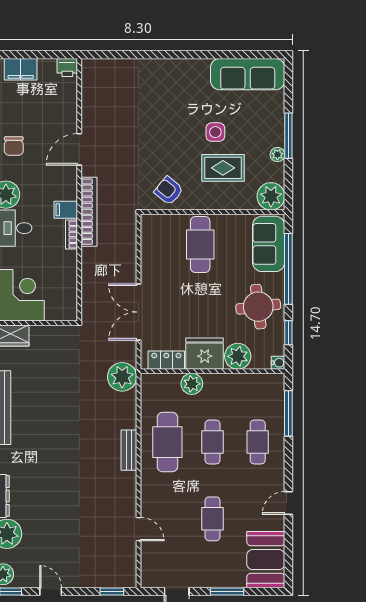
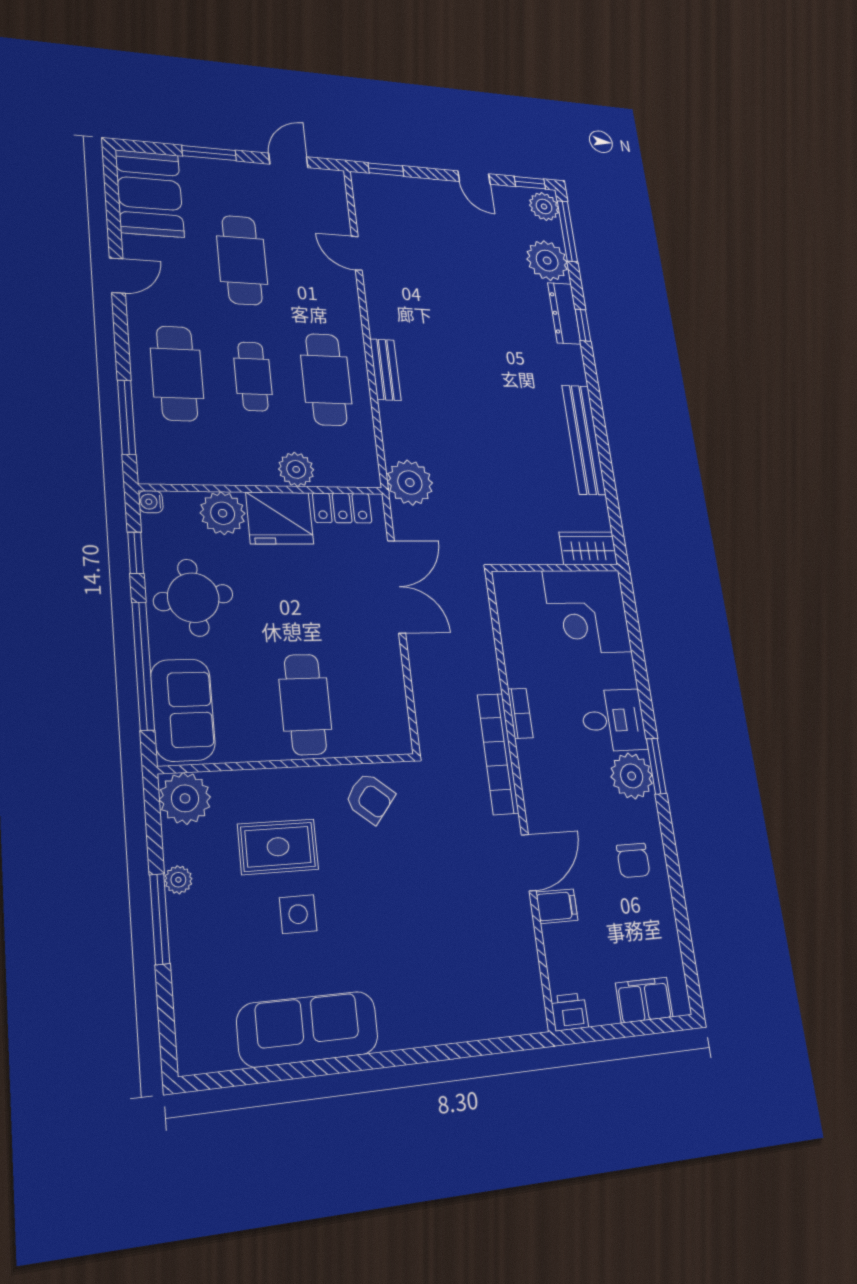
sofa: (248, 74) -> (308, 1029), moved
chair: (14, 146) -> (633, 860), turned 180
filing cabinet: (66, 210) -> (557, 906), moved
cafe table: (258, 442) -> (177, 373), width x1.37, depth x1.35
cafe table: (213, 519) -> (242, 260), width x1.37, depth x1.35

